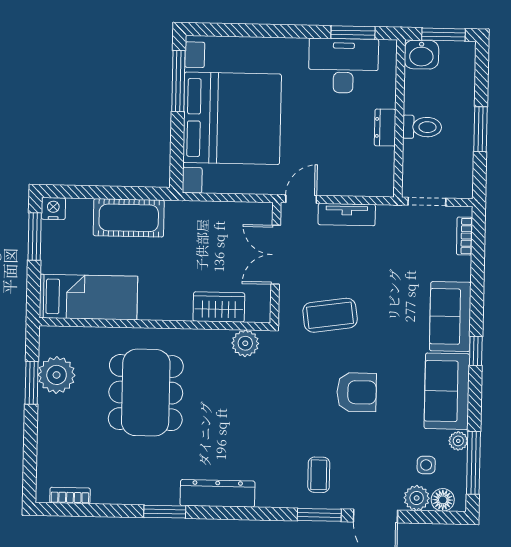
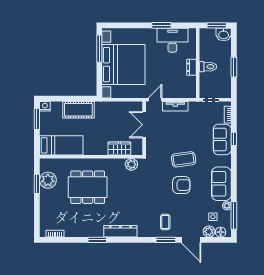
window: (353, 33) -> (161, 25), moved
washbasin: (421, 55) -> (224, 34), moved
coffee table: (330, 315) -> (184, 159), moved
sofa: (450, 317) -> (222, 139), moved
window: (476, 351) -> (234, 139), moved
dining table: (146, 393) -> (88, 187), turned 90

